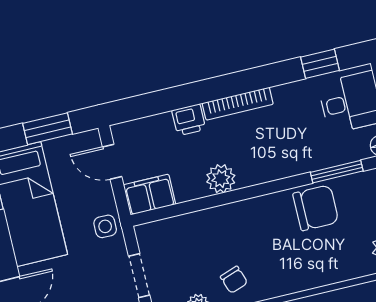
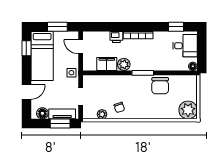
window: (337, 172) -> (143, 73), moved
filing cabinet: (149, 195) -> (107, 64), moved
chair: (316, 208) -> (160, 86), turned 90

